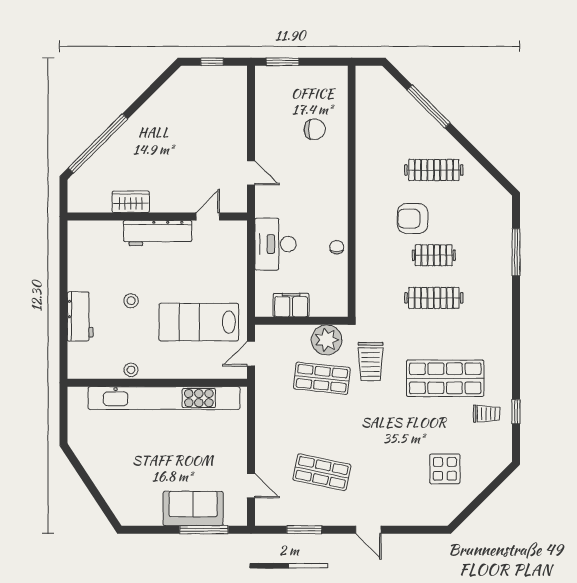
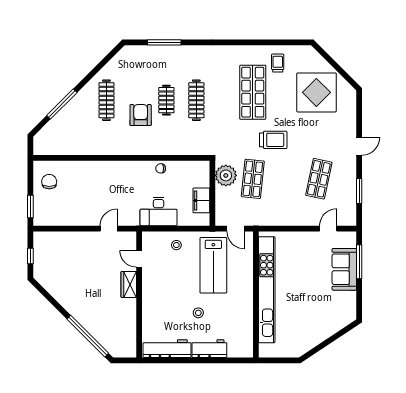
chair: (315, 129) -> (49, 182), moved
wardrobe: (131, 202) -> (129, 284), moved
armchair: (413, 219) -> (141, 115), turned 180
workbench: (158, 233) -> (167, 349), moved, turned -90
trolley: (371, 362) -> (273, 140), moved
stool: (131, 370) -> (176, 245), moved
window: (516, 412) -> (276, 42), removed
display table: (445, 469) -> (316, 92), width x1.86, depth x1.86

